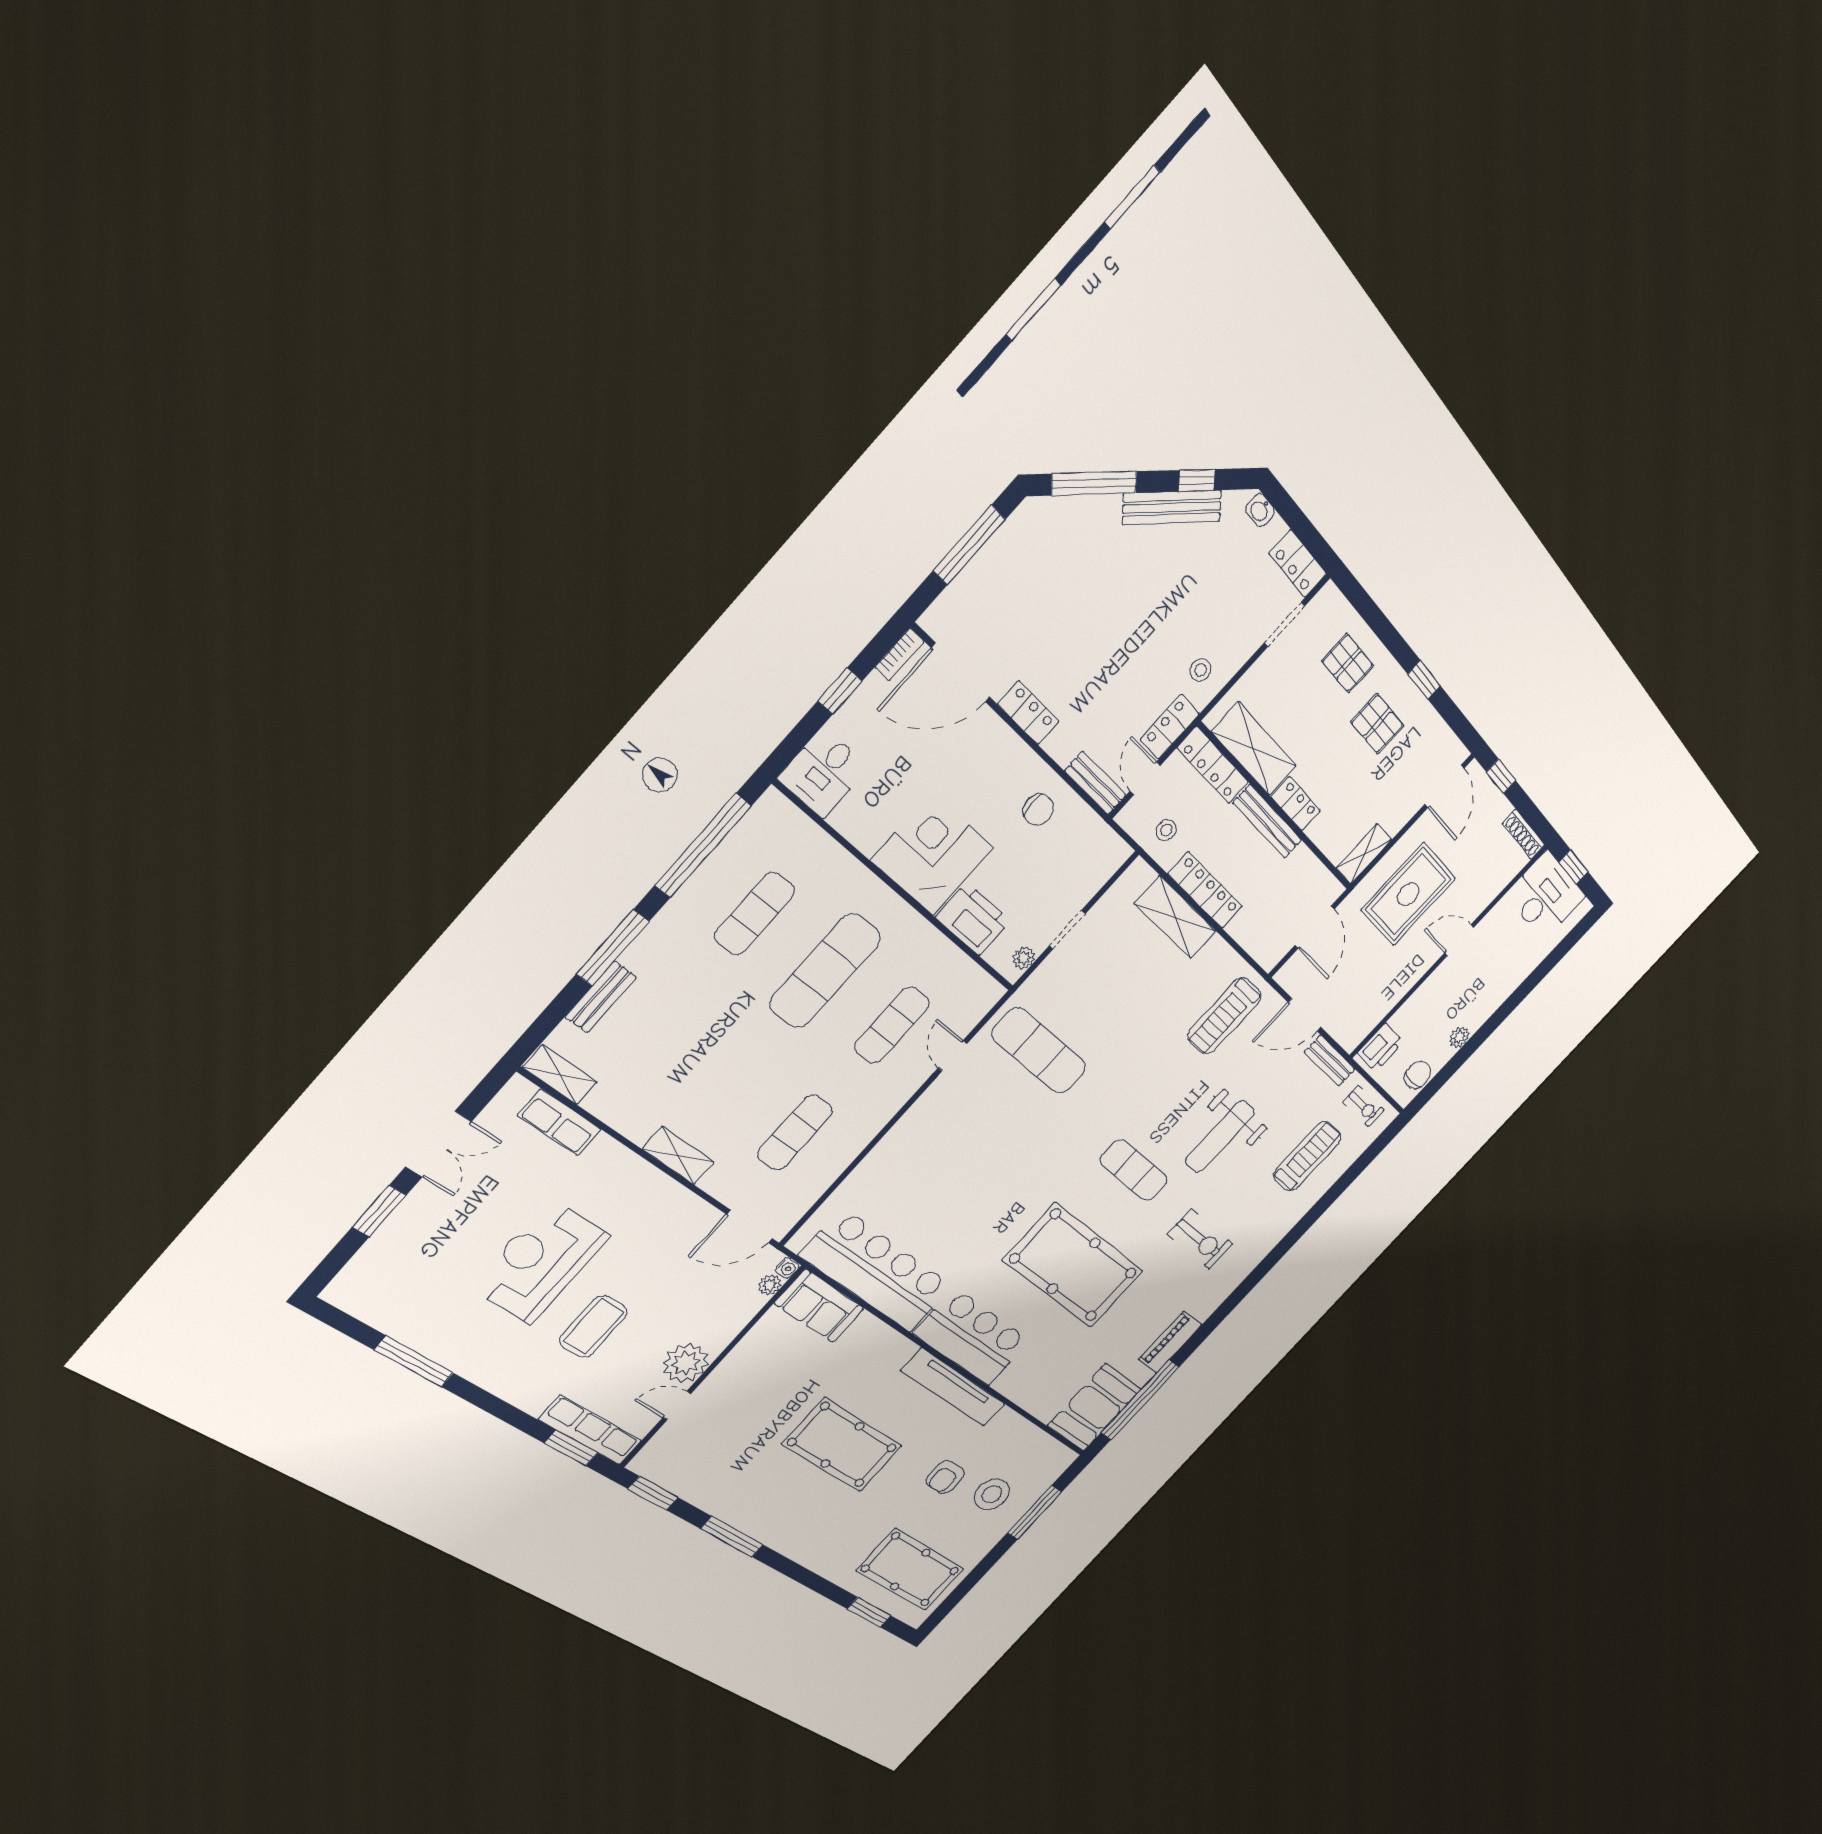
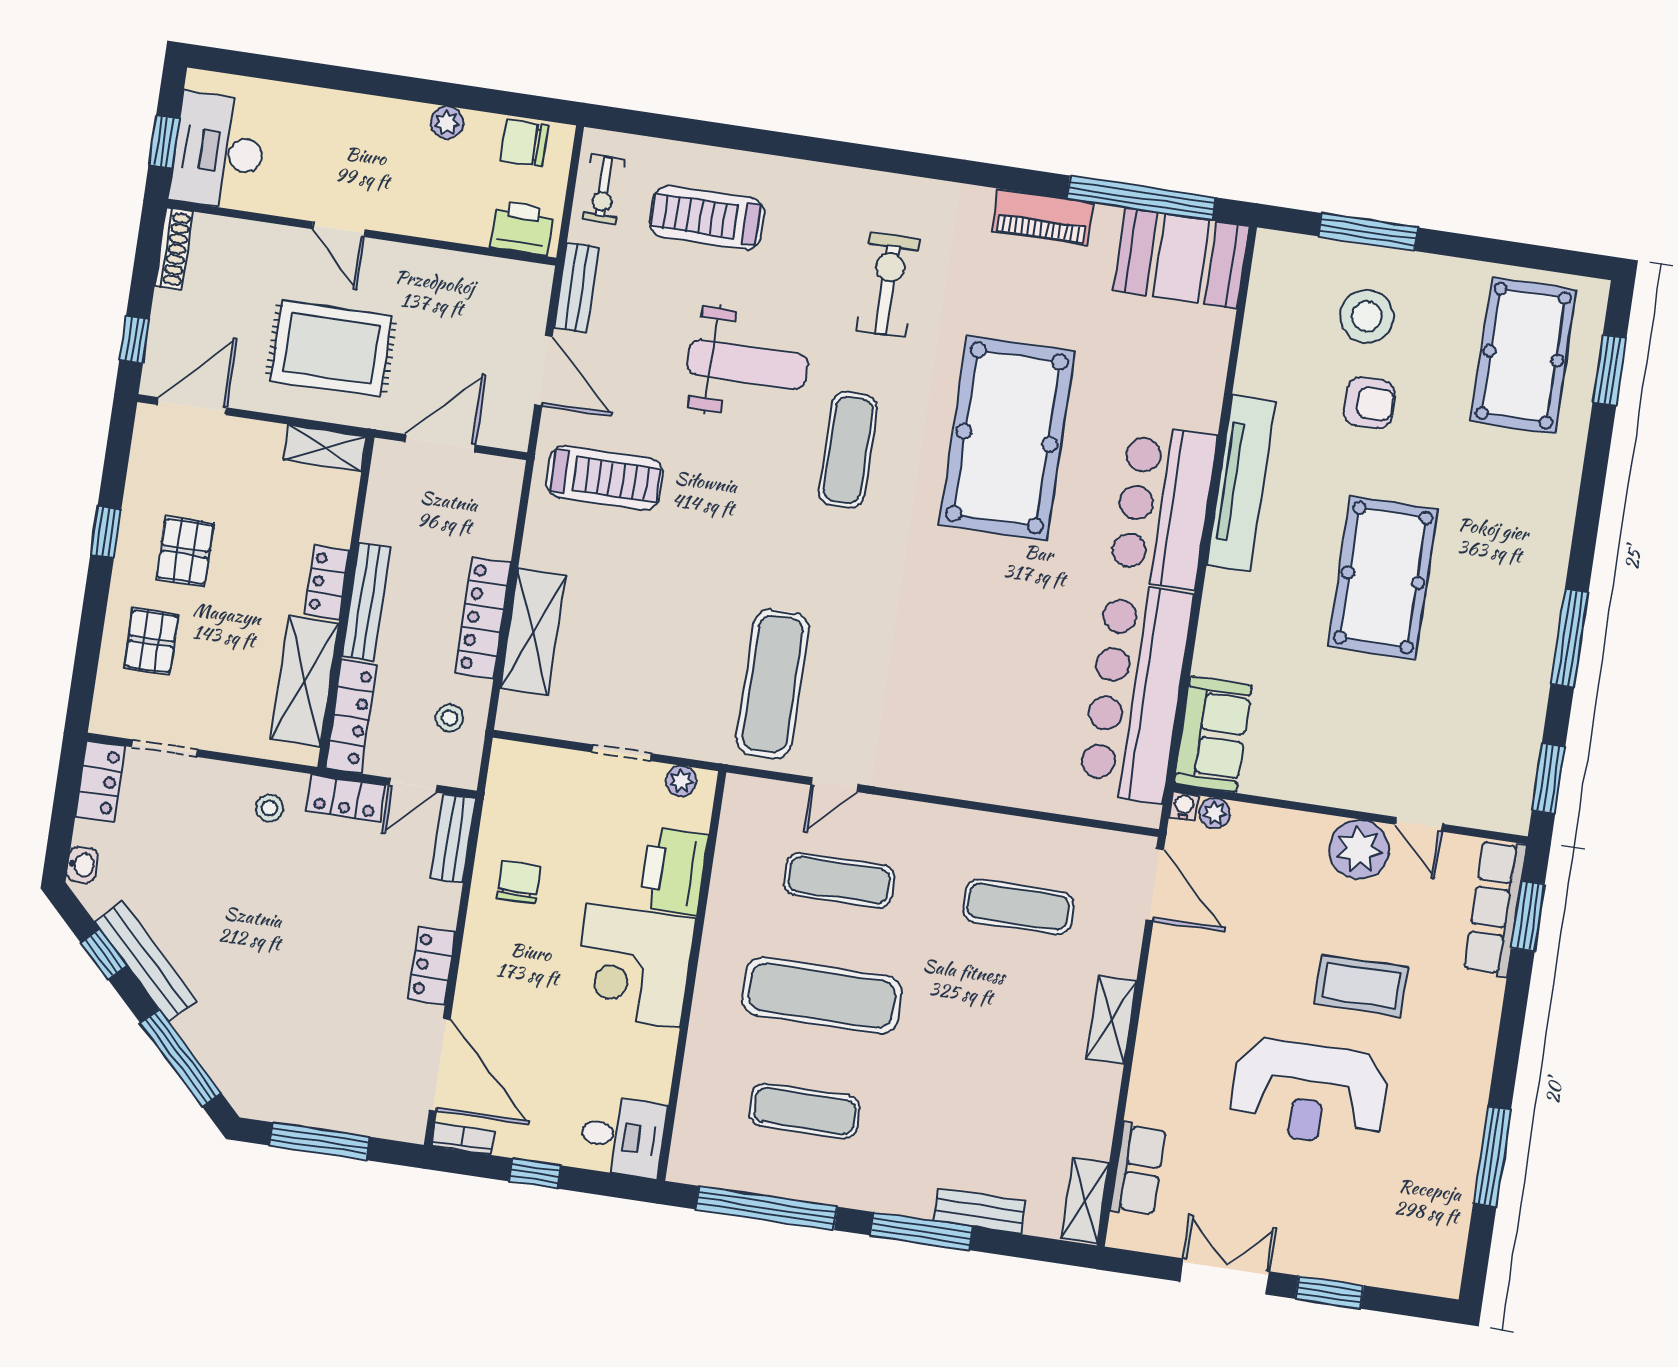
exercise bike: (1363, 1106) -> (604, 190), turned 180

